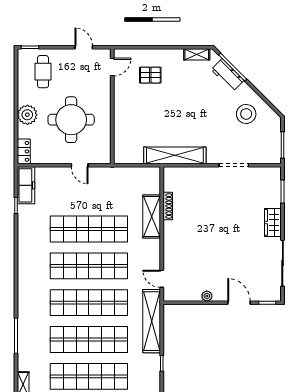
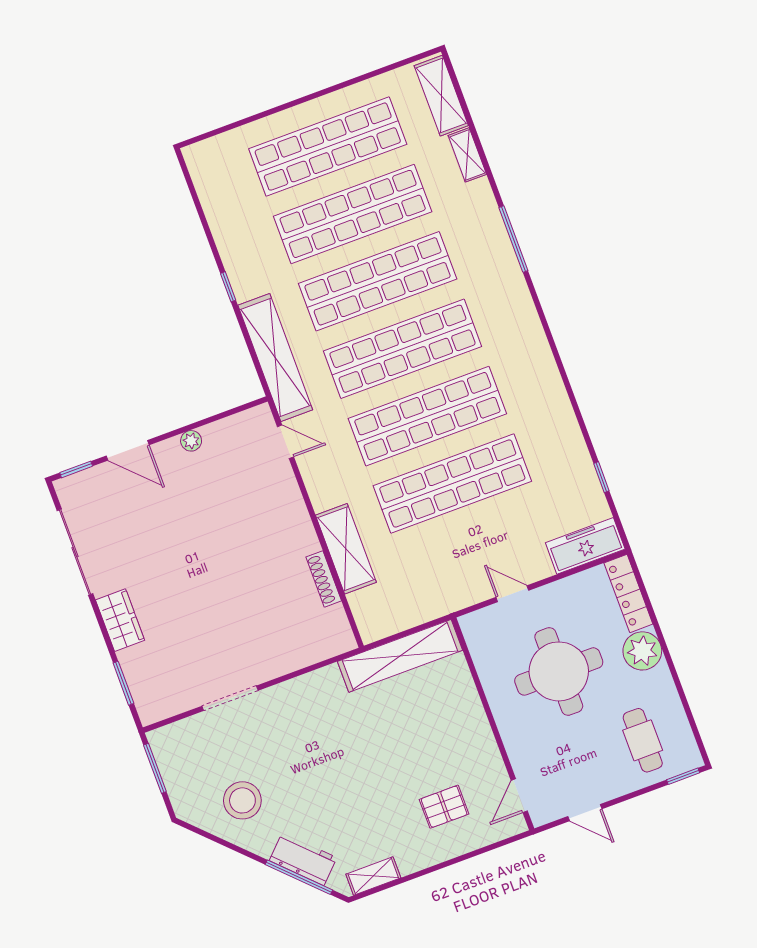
locker: (24, 151) -> (628, 593), width x1.53
shelving: (175, 155) -> (400, 656), moved
freezer: (26, 185) -> (585, 546), moved, turned 90

